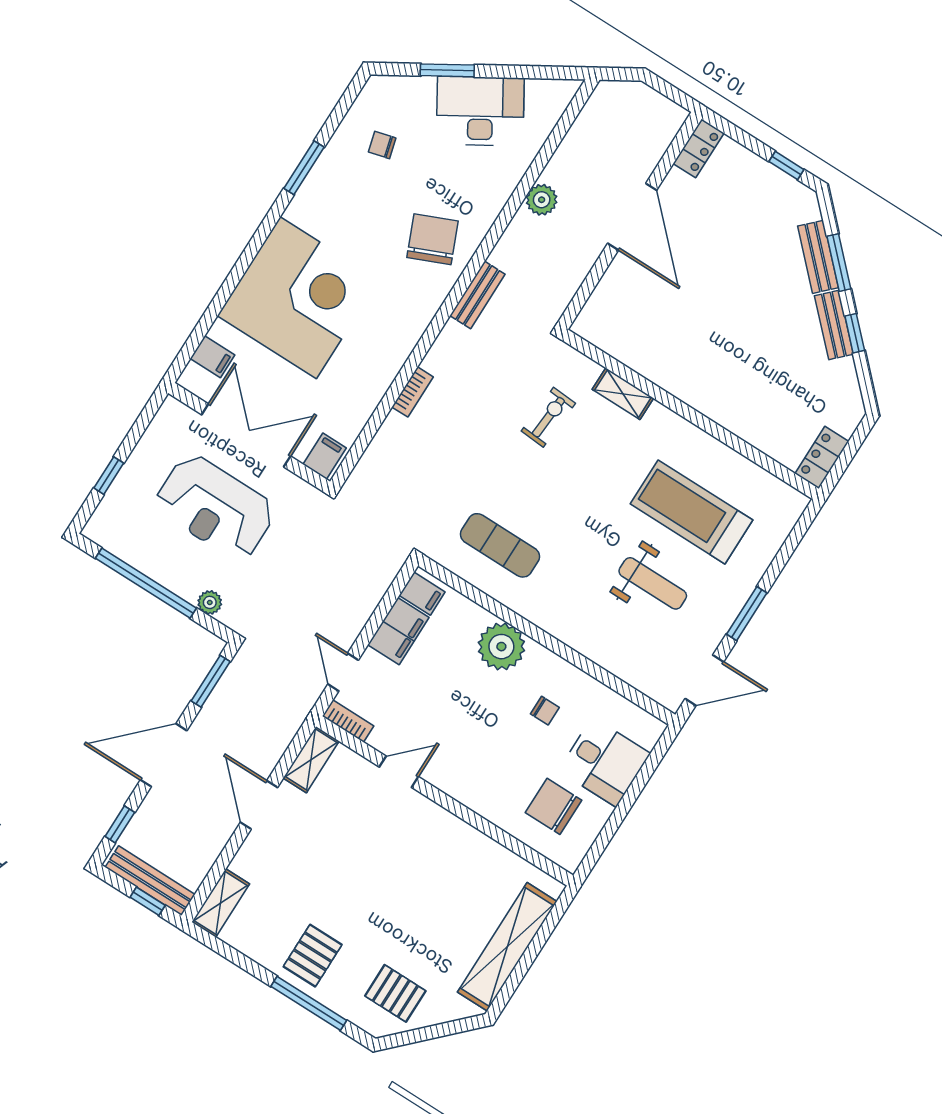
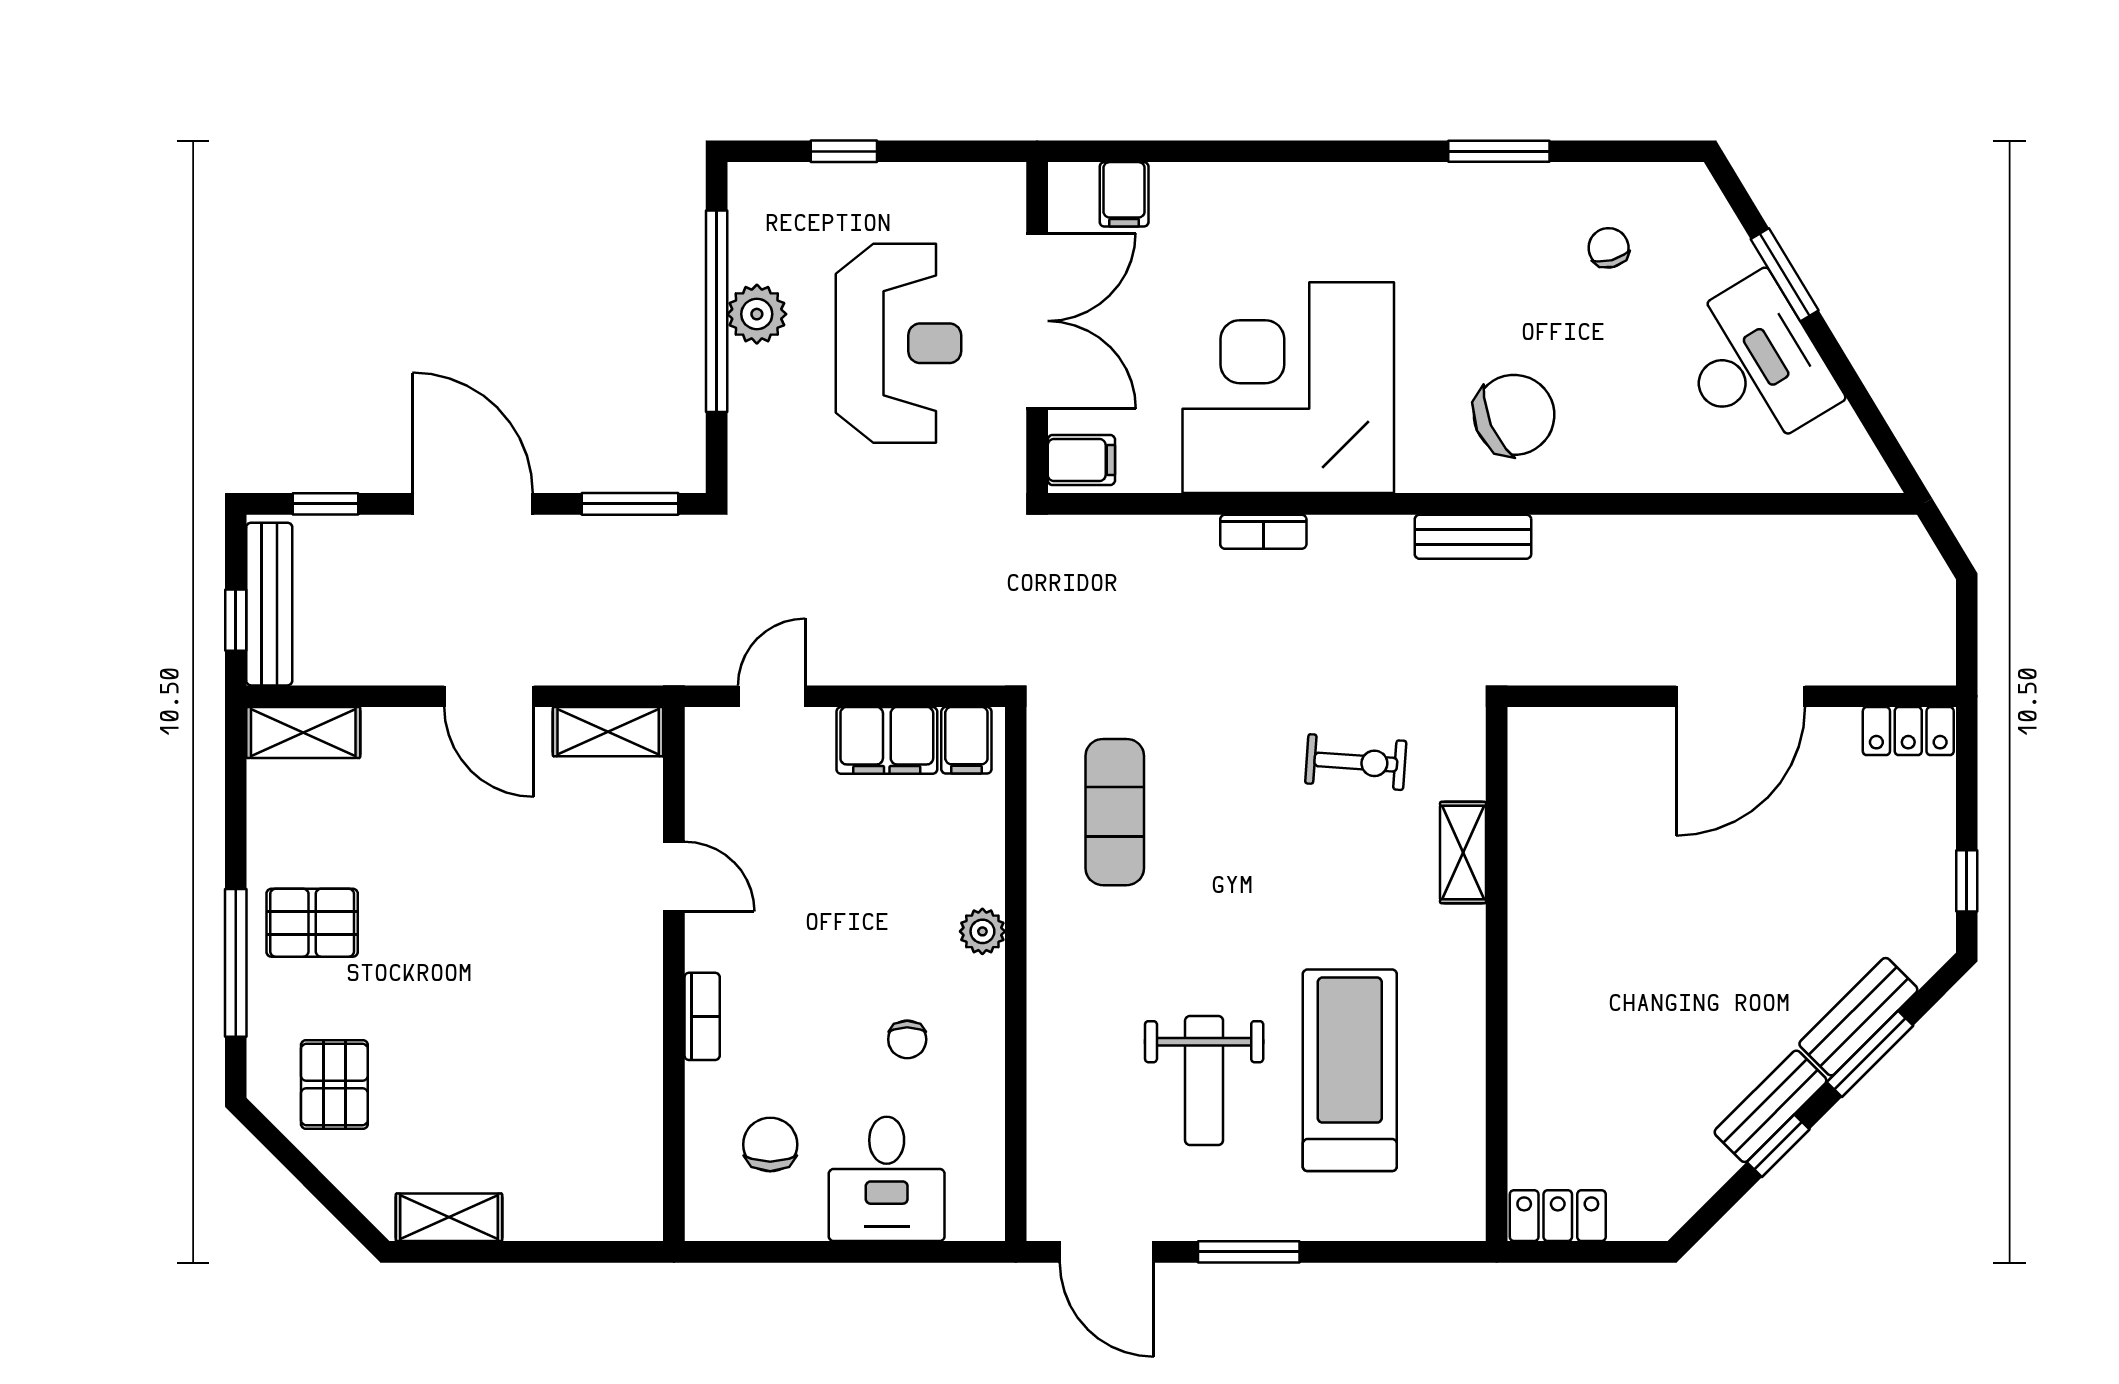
plant: (542, 200) -> (1679, 542), removed
corner desk: (298, 298) -> (1288, 388), moved, turned 180
reception desk: (215, 507) -> (898, 343), turned 180
plant: (210, 602) -> (757, 314), moved, width x1.38, depth x1.38
plant: (501, 647) -> (982, 931), width x0.53, depth x0.53
bookcase: (348, 721) -> (702, 1016), moved
door: (259, 805) -> (489, 696), swing flipped
chair: (554, 806) -> (770, 1145), width x0.73, depth x0.73
shelving: (507, 947) -> (449, 1217), width x0.45, depth x0.75

